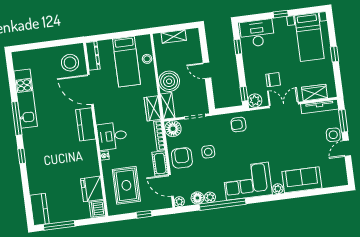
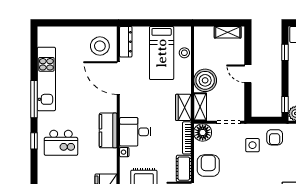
shelving: (174, 37) -> (228, 32), moved
kitchen counter: (86, 124) -> (108, 130), moved
armchair: (238, 125) -> (275, 137), turned -90
side table: (208, 152) -> (252, 145), moved
kitchen island: (46, 155) -> (61, 143), added

